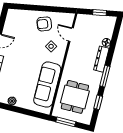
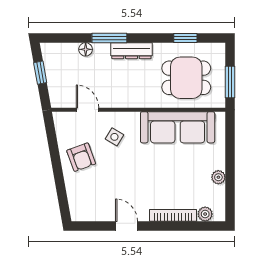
door: (71, 35) -> (87, 110), swing flipped
dresser: (101, 59) -> (131, 51), moved
window: (105, 76) -> (109, 38), moved

